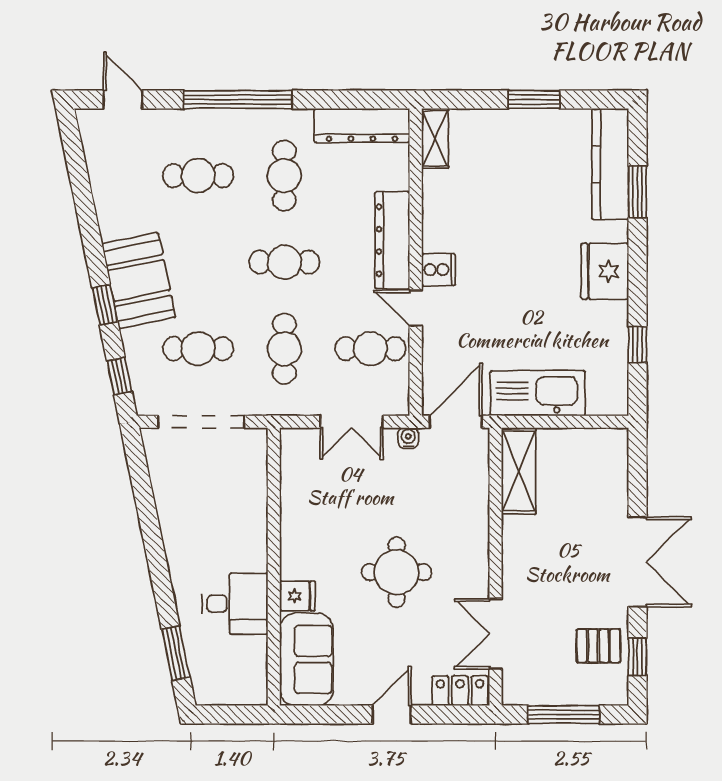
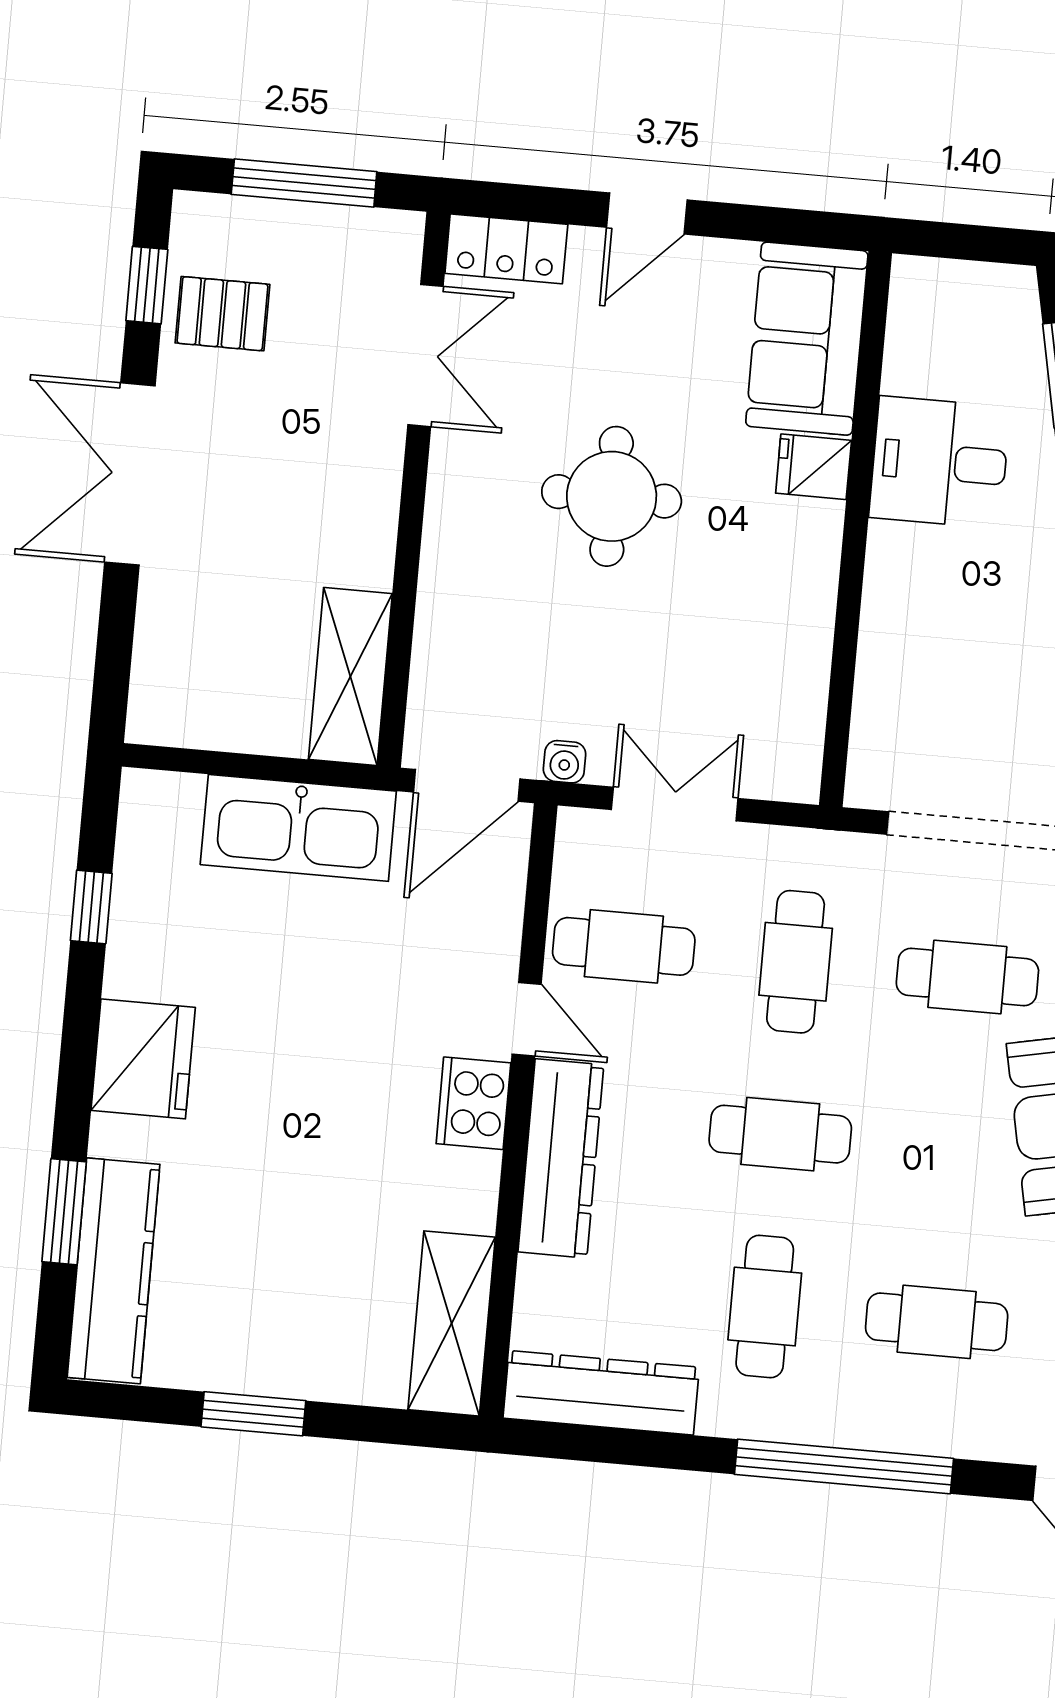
shelving: (435, 138) -> (452, 1323), width x1.50, depth x1.33
cooker: (438, 270) -> (473, 1103), width x1.36

